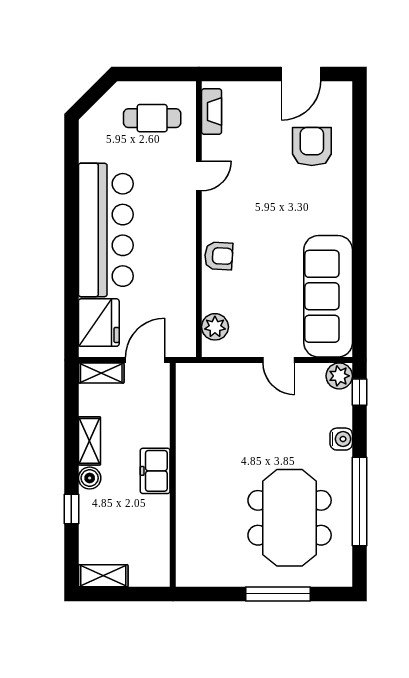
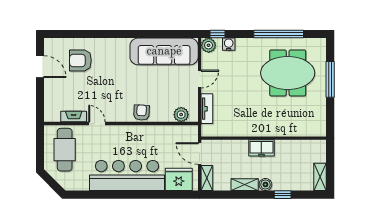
fireplace: (212, 111) -> (74, 117), moved
cafe table: (152, 118) -> (65, 150), width x1.37, depth x1.35
tv unit: (226, 373) -> (207, 109), added
water cooler: (341, 439) -> (229, 44), moved

